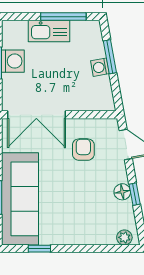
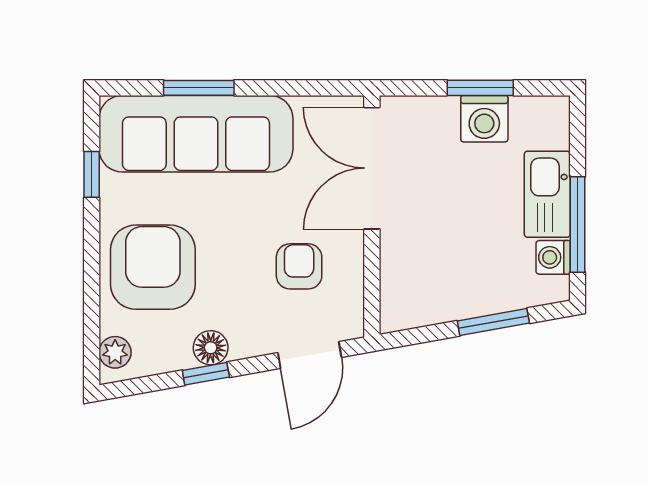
washing machine: (100, 67) -> (553, 257), moved, turned -80
armchair: (83, 150) -> (299, 266), turned -90
armchair: (84, 219) -> (153, 267), added

